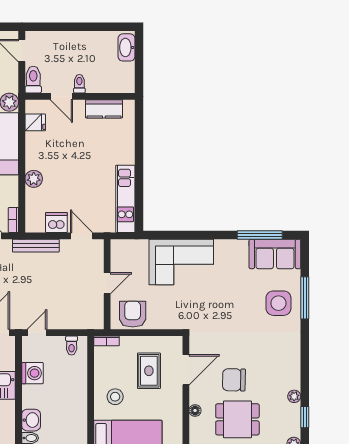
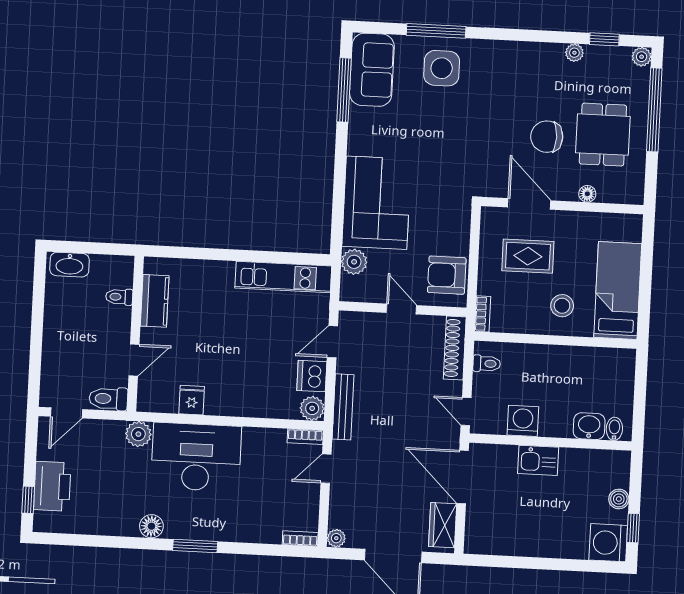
toilet: (79, 84) -> (119, 297), moved
fridge: (35, 122) -> (192, 400), moved
plant: (34, 179) -> (312, 408), moved
plant: (139, 248) -> (354, 262), added
shoe rack: (81, 322) -> (455, 348), added
chair: (234, 380) -> (547, 137), turned 89

